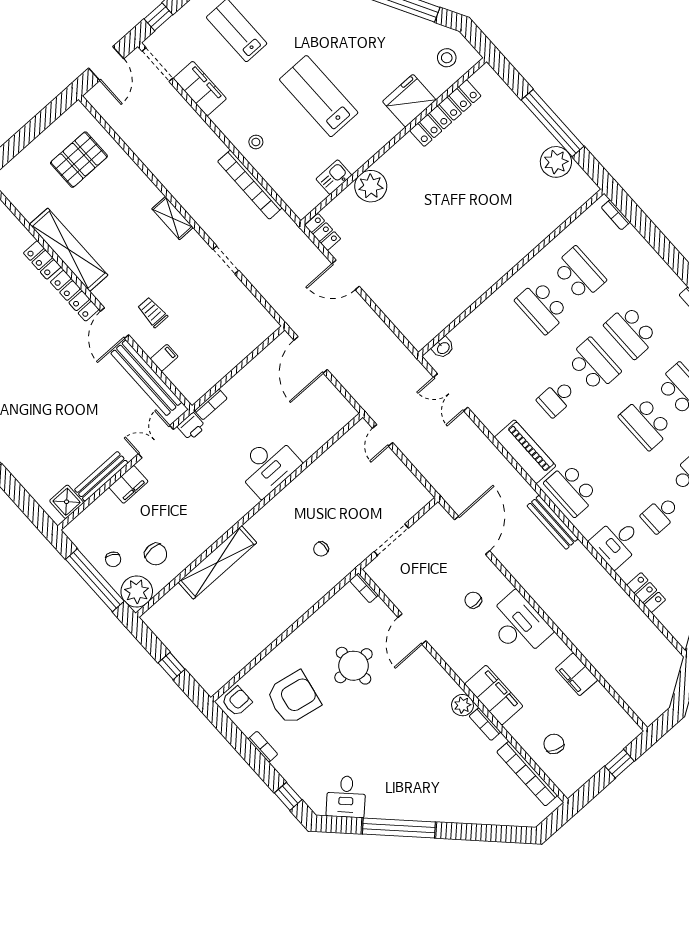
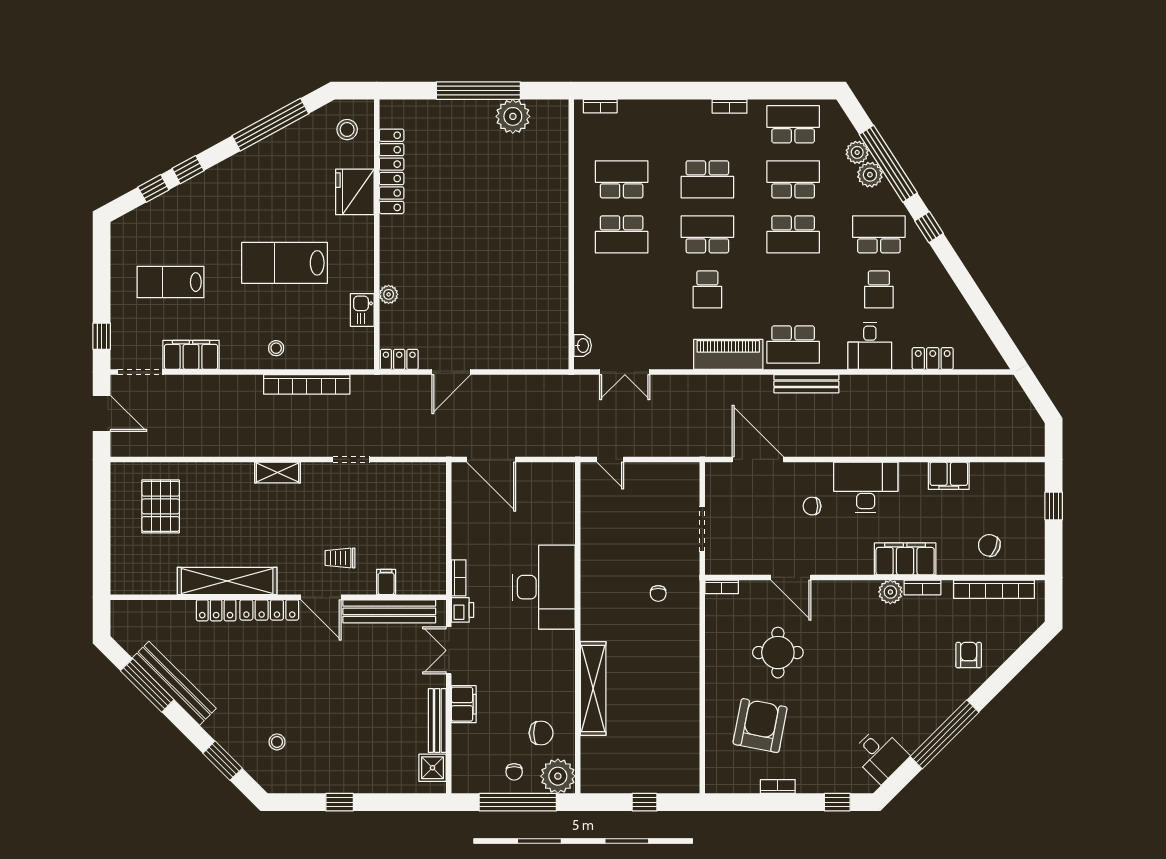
plant: (371, 186) -> (389, 294), width x0.53, depth x0.53
desk: (268, 466) -> (544, 587), width x1.36, depth x1.30
chair: (113, 559) -> (514, 772), turned 59
armchair: (237, 701) -> (969, 655), moved

